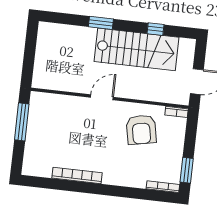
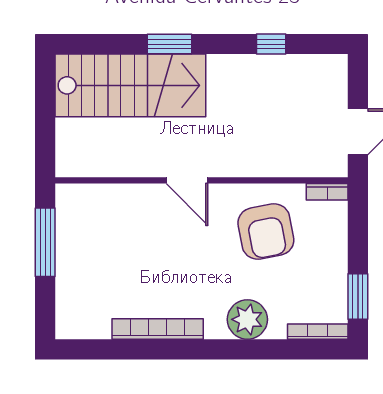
stairs: (137, 49) -> (130, 85), moved
door: (102, 97) -> (187, 180), swing flipped
plant: (126, 176) -> (247, 319), added

